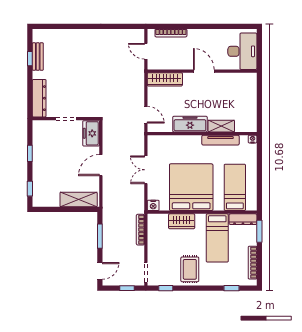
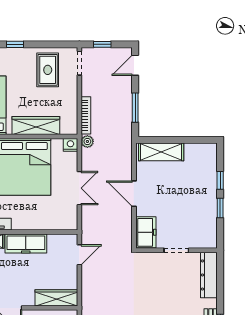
door: (146, 115) -> (79, 255), swing flipped
door: (101, 165) -> (134, 194), swing flipped
window: (30, 189) -> (220, 180), moved
plant: (139, 208) -> (87, 141), added
wardrobe: (182, 221) -> (36, 126), width x1.50
rug: (190, 269) -> (48, 70), moved
window: (166, 288) -> (15, 44), moved

